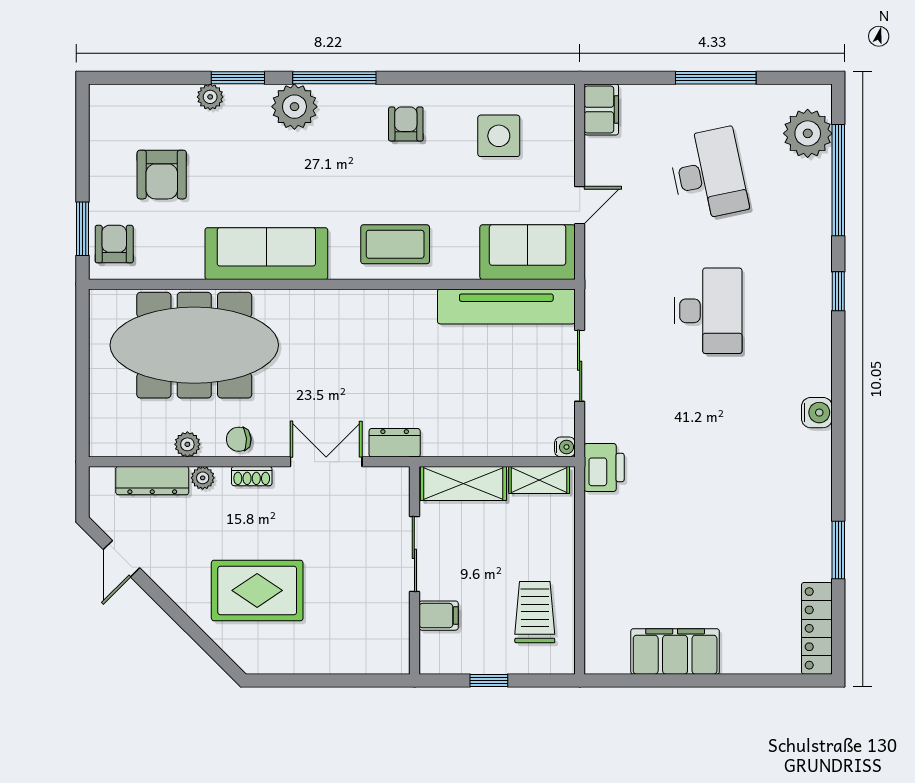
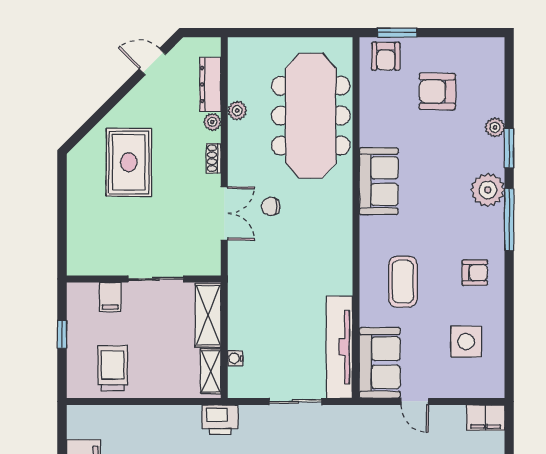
armchair: (114, 244) -> (386, 56), turned 90
coffee table: (395, 244) -> (403, 282), moved
sofa: (266, 254) -> (379, 181), width x0.73
chair: (239, 439) -> (271, 206), moved, turned -86
dresser: (395, 443) -> (238, 264), removed
water cooler: (565, 447) -> (235, 358), moved, turned 90
trolley: (535, 612) -> (113, 368), turned -90

